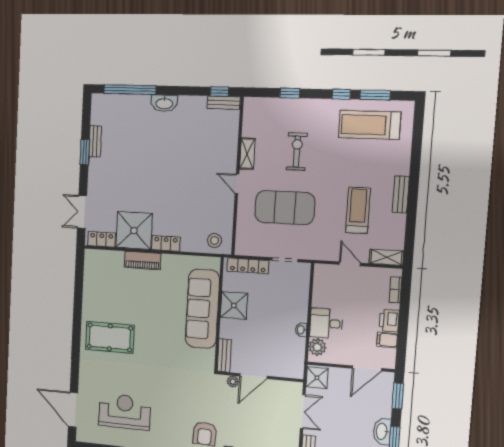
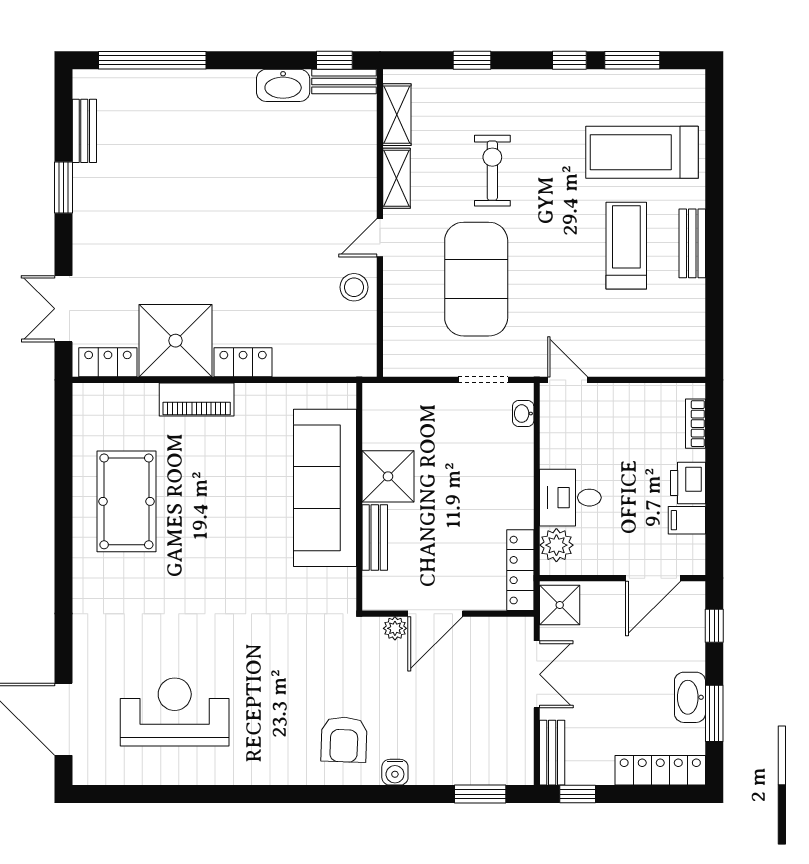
washbasin: (164, 103) -> (283, 85), moved
treadmill: (369, 125) -> (642, 152), moved
bench: (95, 141) -> (84, 131), moved
door: (237, 184) -> (380, 238), hinge flipped
exercise mat: (285, 208) -> (476, 279), turned 90
treadmill: (358, 210) -> (626, 246), moved
stool: (214, 240) -> (354, 287), moved
shelving: (386, 257) -> (397, 115), moved, turned 90
door: (350, 264) -> (568, 380), moved
locker: (248, 266) -> (520, 570), moved, turned 90
washbasin: (301, 330) -> (523, 414), moved
pool table: (110, 337) -> (126, 501), moved, turned 90
bench: (224, 355) -> (375, 537), moved
window: (398, 396) -> (714, 626), width x0.67

